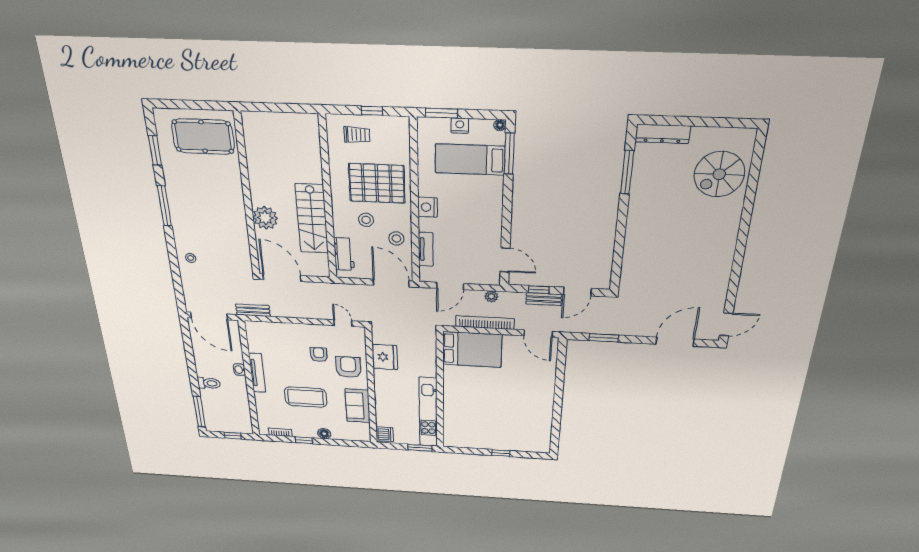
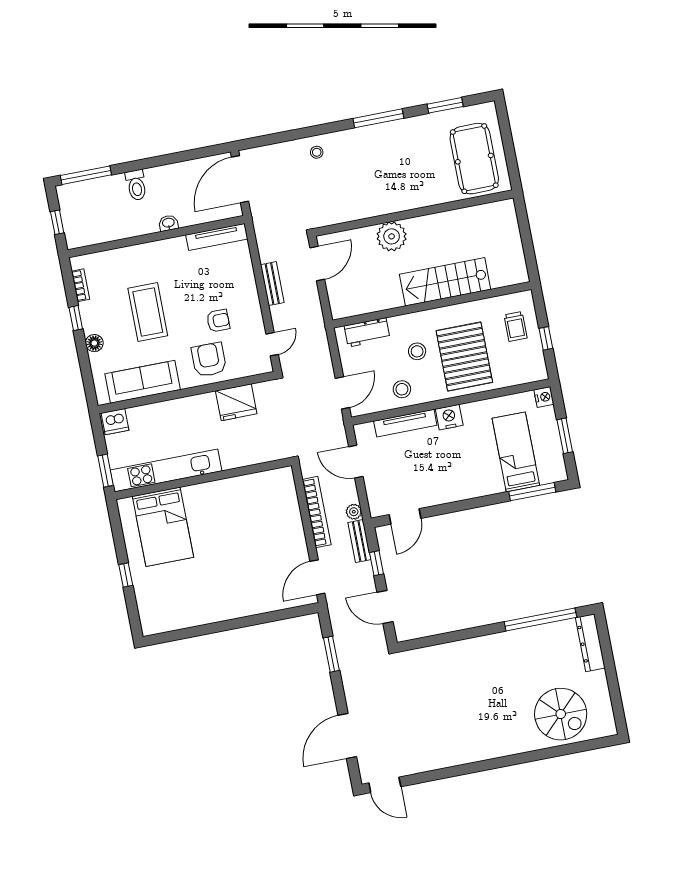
window: (441, 113) -> (565, 436), moved
floor lamp: (500, 125) -> (561, 475), removed
nightstand: (460, 126) -> (544, 397), moved
window: (627, 172) -> (540, 619), width x1.46
spiral stairs: (719, 174) -> (561, 714), turned 180
stairs: (312, 219) -> (445, 282), moved
tv unit: (426, 249) -> (405, 423), width x1.41
door: (282, 278) -> (317, 264), width x0.73
door: (391, 283) -> (342, 393), width x0.73
bench: (544, 299) -> (359, 541), moved
bench: (253, 310) -> (272, 284), moved
door: (675, 342) -> (347, 736), swing flipped
bed: (472, 350) -> (163, 527), moved
armchair: (348, 367) -> (209, 360), turned -90
tv unit: (257, 373) -> (217, 237), moved
sofa: (358, 406) -> (143, 382), width x1.36

